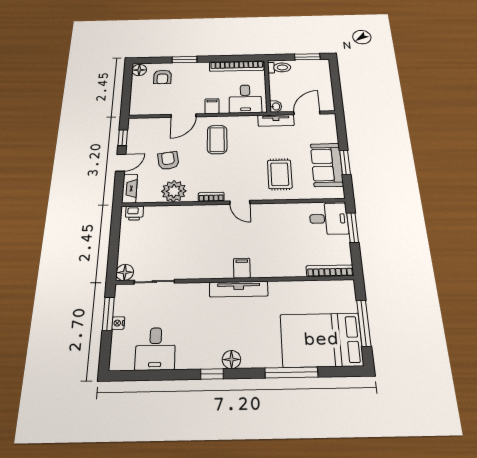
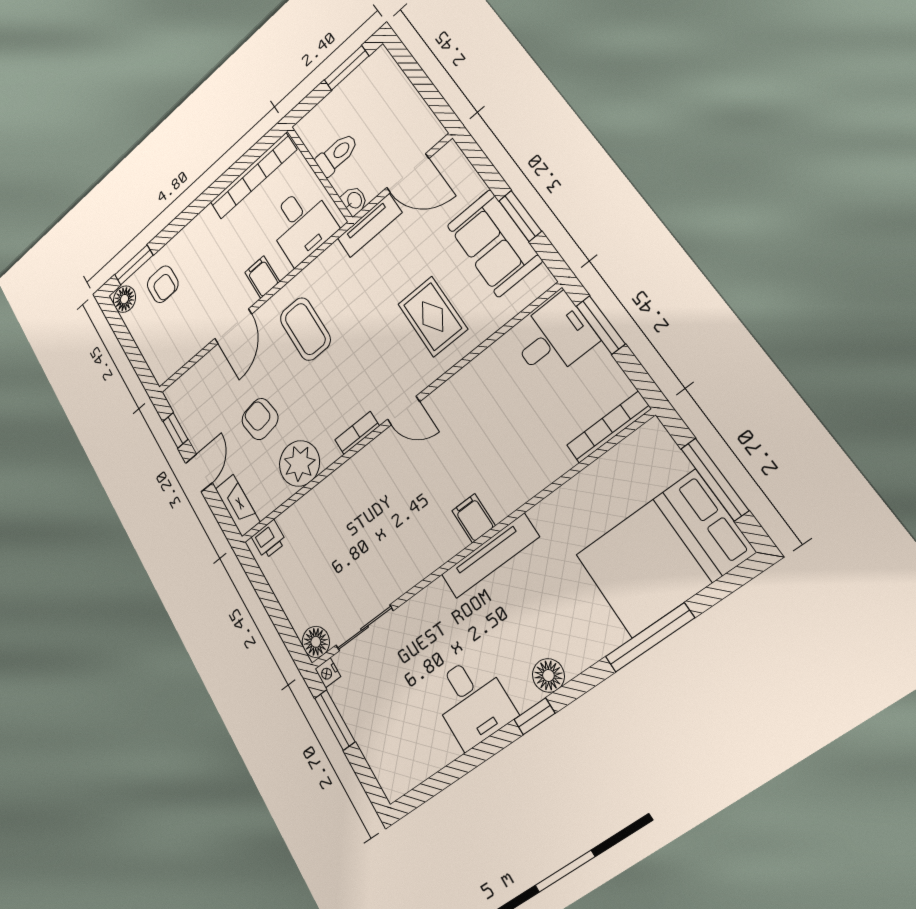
window: (185, 60) -> (134, 265), moved
toilet: (279, 68) -> (337, 154), moved
door: (307, 113) -> (408, 173), swing flipped
nightstand: (118, 323) -> (328, 673), moved
desk: (155, 349) -> (472, 701), moved

